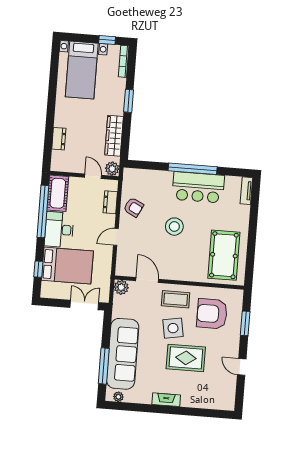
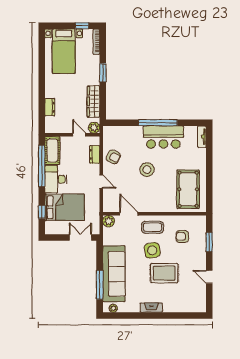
door: (116, 237) -> (101, 181), swing flipped
armchair: (212, 314) -> (182, 236), width x0.53, depth x0.53

